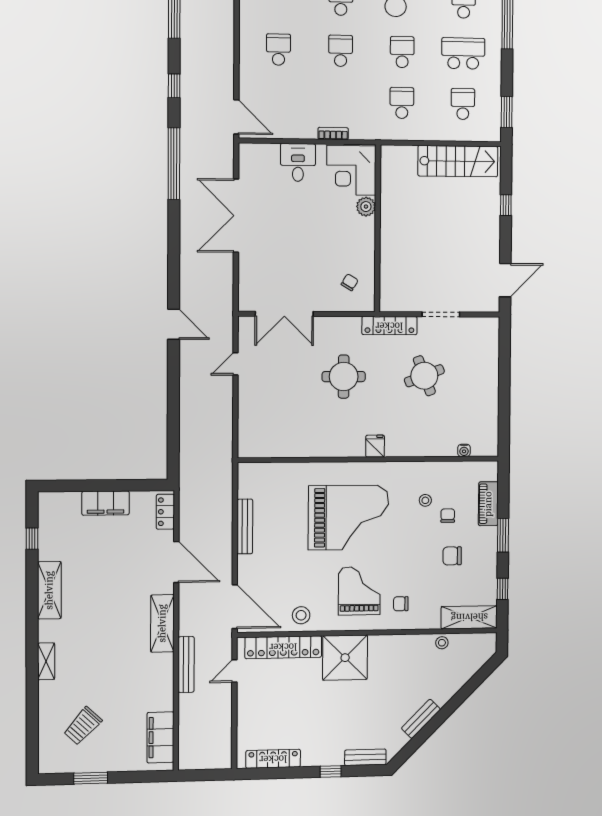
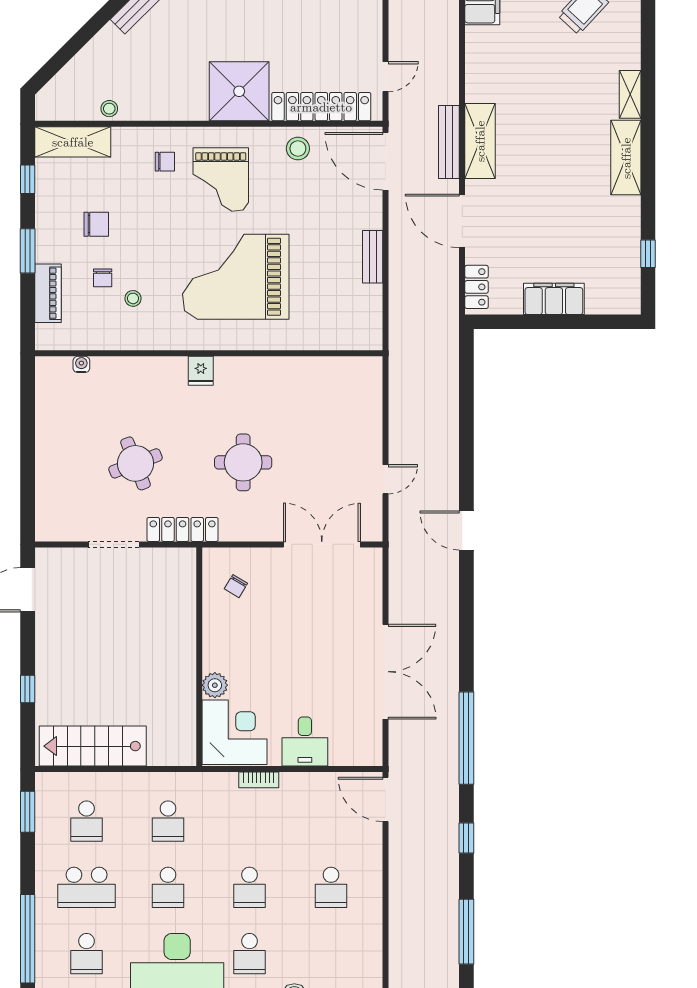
bench: (245, 526) -> (373, 257), width x0.73
shelving: (49, 590) -> (626, 158), moved
bench: (186, 664) -> (449, 142), moved

